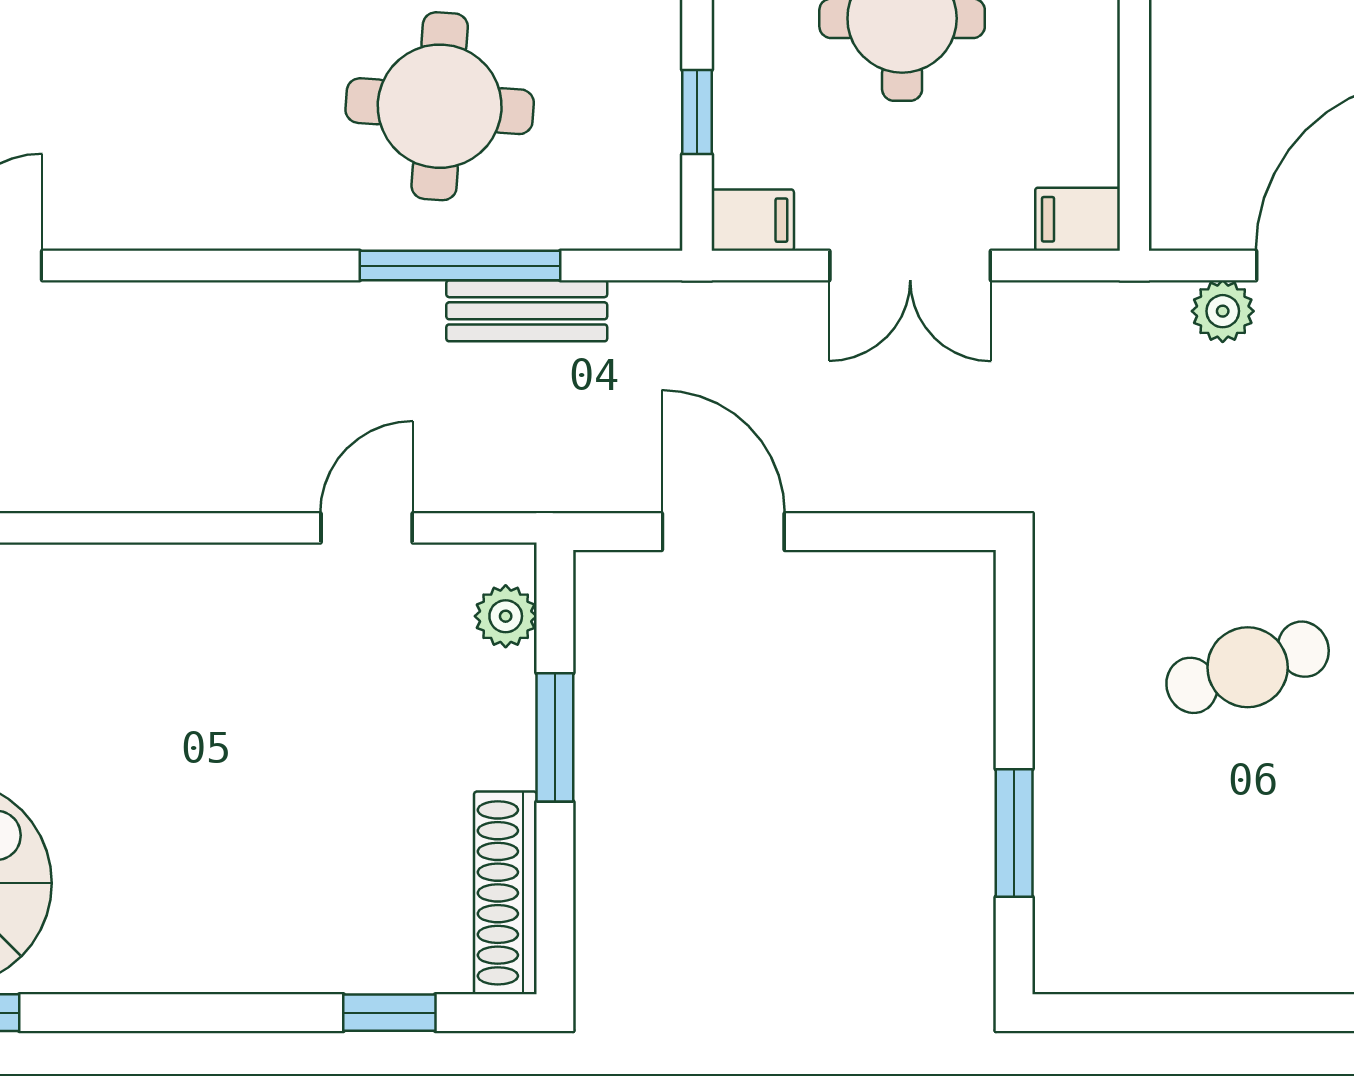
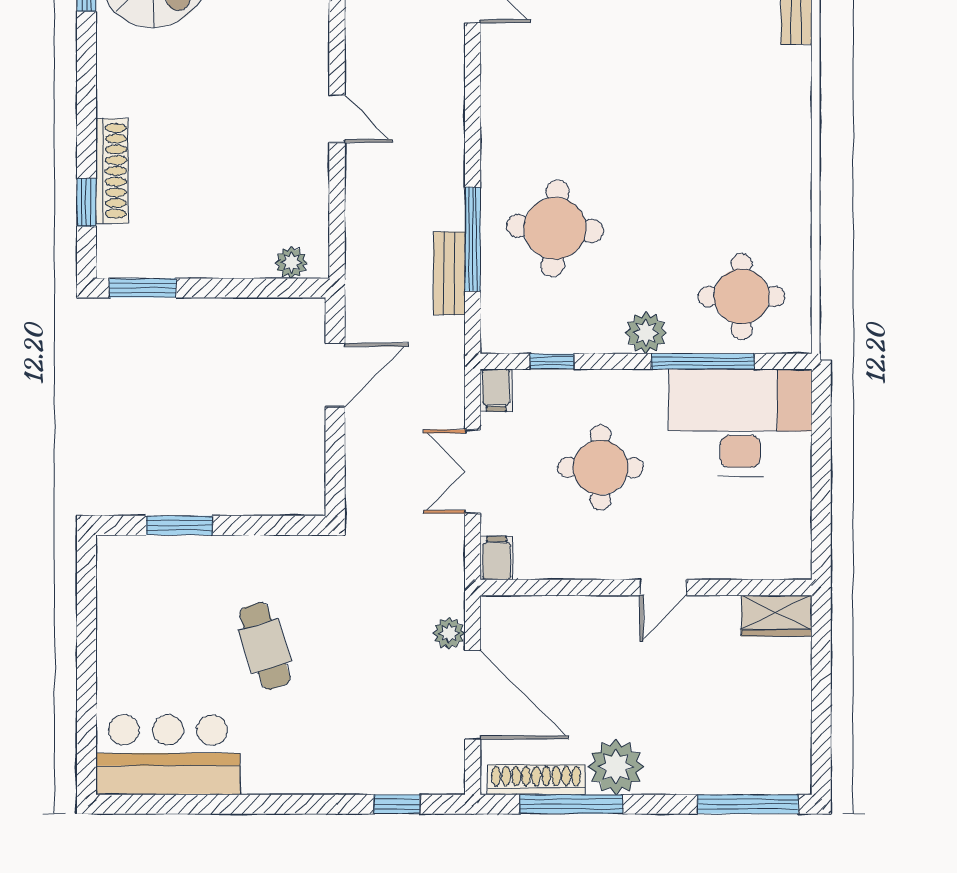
door: (367, 528) -> (337, 119), moved
window: (555, 737) -> (143, 288), moved
shoe rack: (505, 893) -> (112, 171), moved, turned 90

